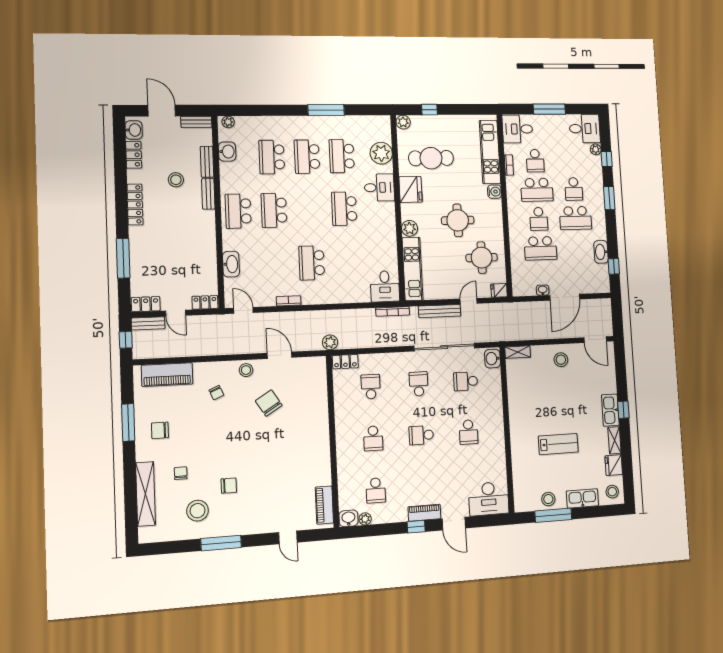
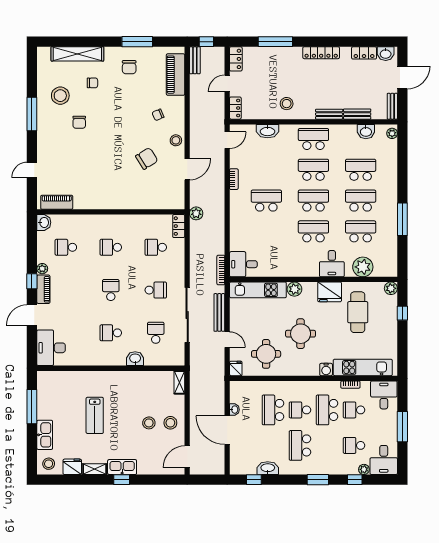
stool: (176, 180) -> (287, 104), moved
school desk: (574, 189) -> (354, 445), moved
school desk: (309, 209) -> (313, 201), added
bench: (148, 323) -> (195, 60), moved
washbasin: (492, 359) -> (135, 359), moved
school desk: (371, 387) -> (156, 247), turned 180
chair: (160, 430) -> (129, 67), turned 180
stool: (548, 499) -> (149, 423), moved
plant: (365, 519) -> (42, 269), moved

